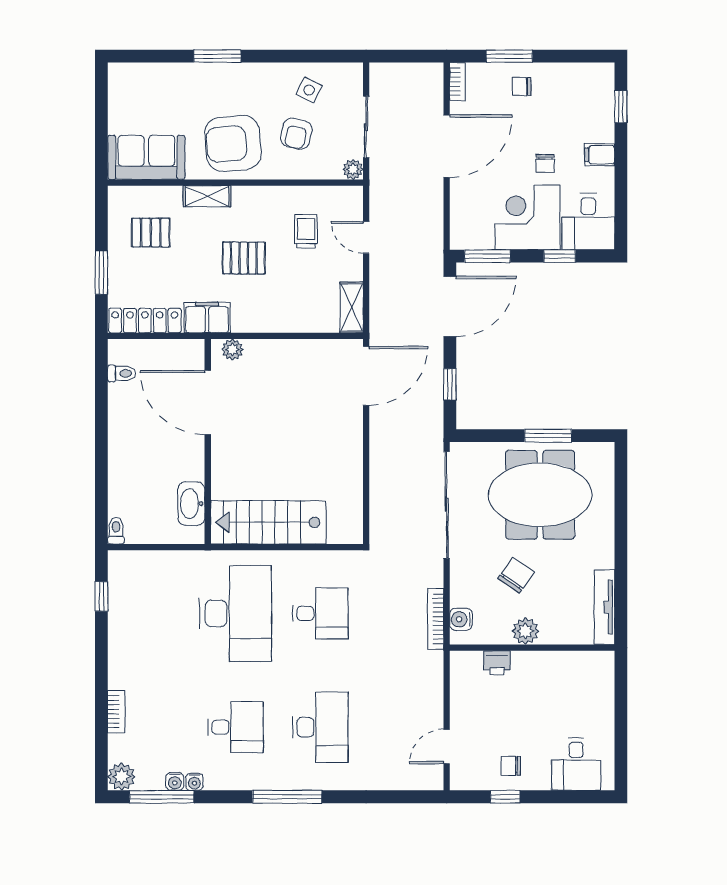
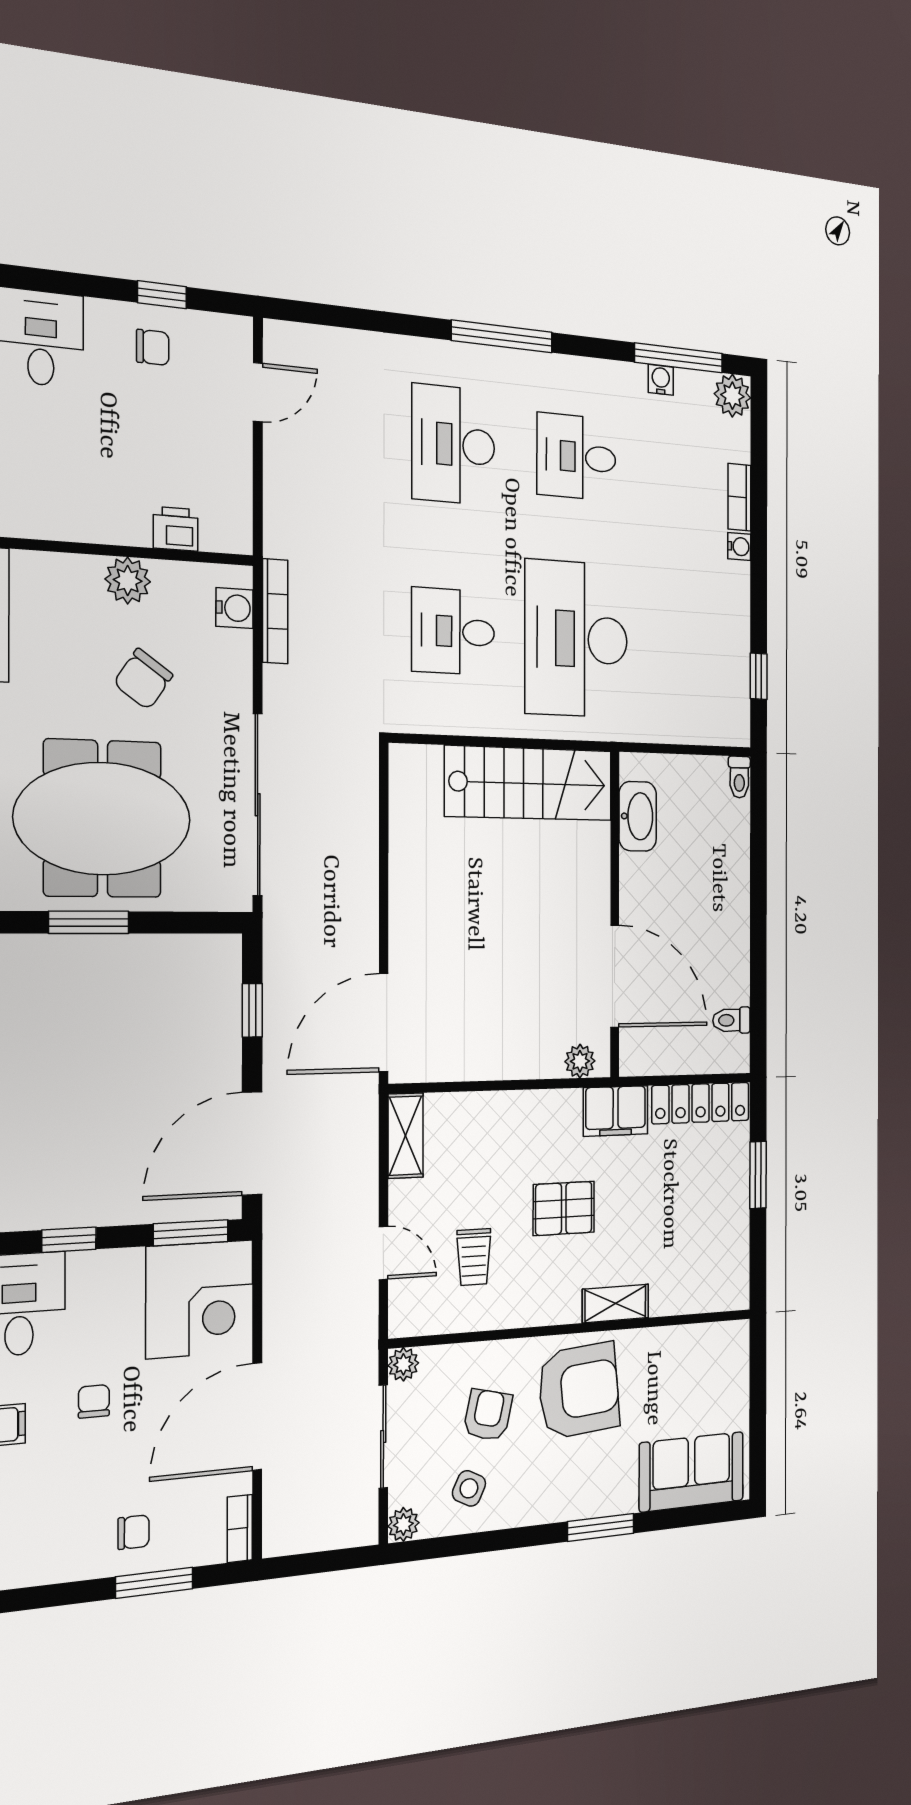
plant: (353, 73) -> (403, 1524), added
sofa: (146, 157) -> (691, 1472), moved, turned 180
corner desk: (528, 217) -> (200, 1299), moved
pallet: (151, 233) -> (692, 1241), removed
water cooler: (194, 782) -> (739, 547), moved, turned 90

